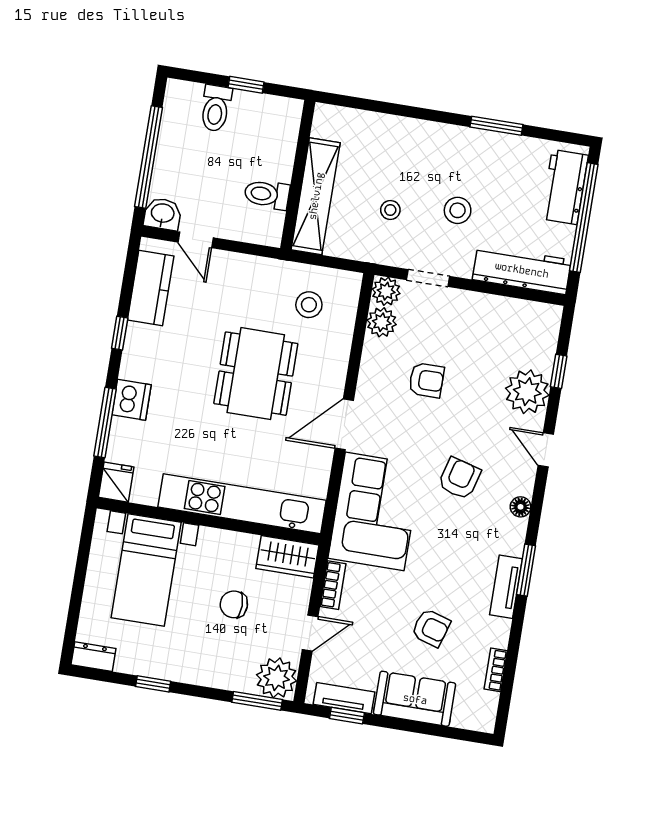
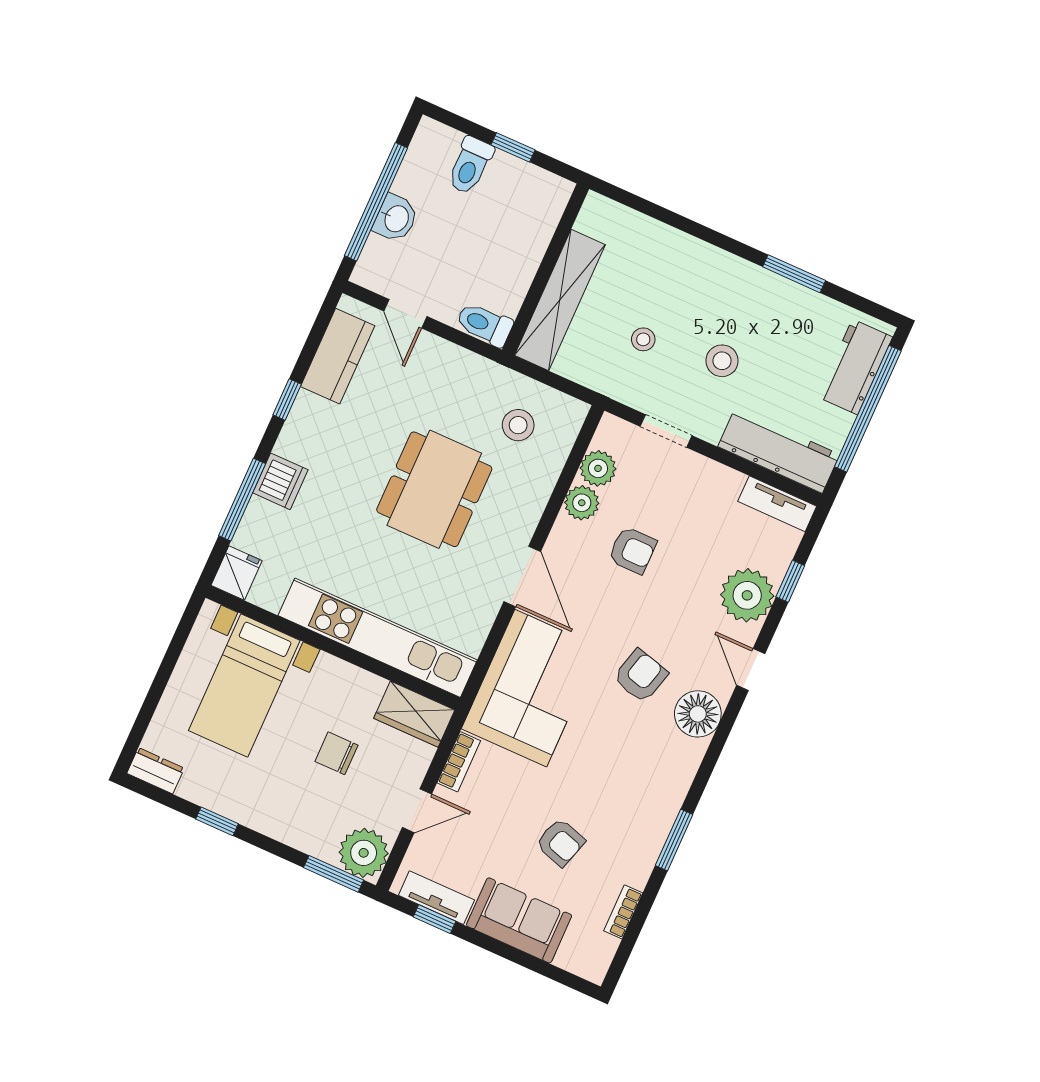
toilet: (267, 194) -> (484, 324), moved
washbasin: (163, 214) -> (396, 218), moved, turned 90
plant: (386, 291) -> (582, 503), moved
door: (344, 424) -> (522, 577), swing flipped
floor lamp: (521, 507) -> (698, 714), width x1.89, depth x1.89
window: (526, 570) -> (674, 840), moved
tv unit: (506, 587) -> (777, 504), moved, turned -90

